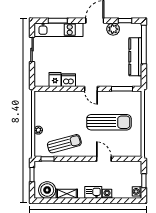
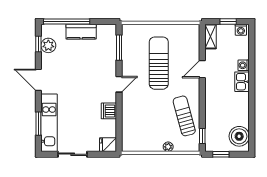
plant: (113, 29) -> (48, 45), moved
kitchen counter: (135, 57) -> (81, 32), width x0.67
fridge: (55, 79) -> (108, 145), moved
shelving: (67, 194) -> (210, 37), moved

